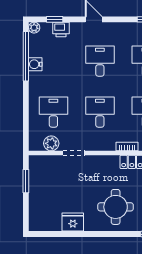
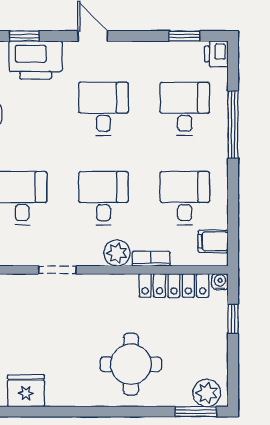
printer: (61, 30) -> (36, 60), width x1.87, depth x1.48
plant: (51, 143) -> (117, 253), moved
fridge: (73, 222) -> (26, 391), moved

